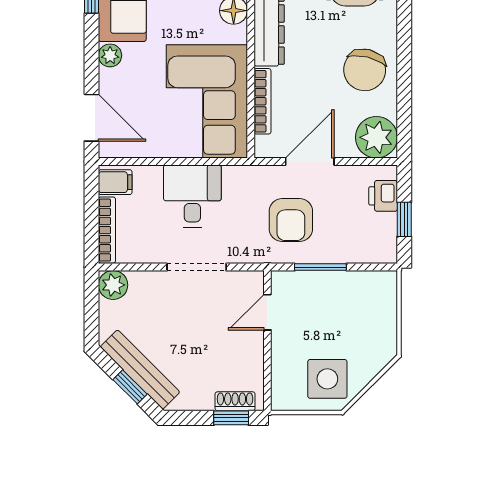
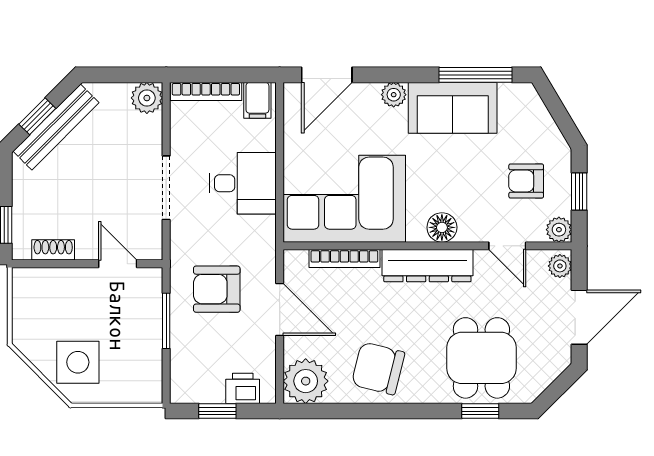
side table: (327, 379) -> (78, 362), moved
shoe rack: (235, 401) -> (53, 250), moved, turned -90

